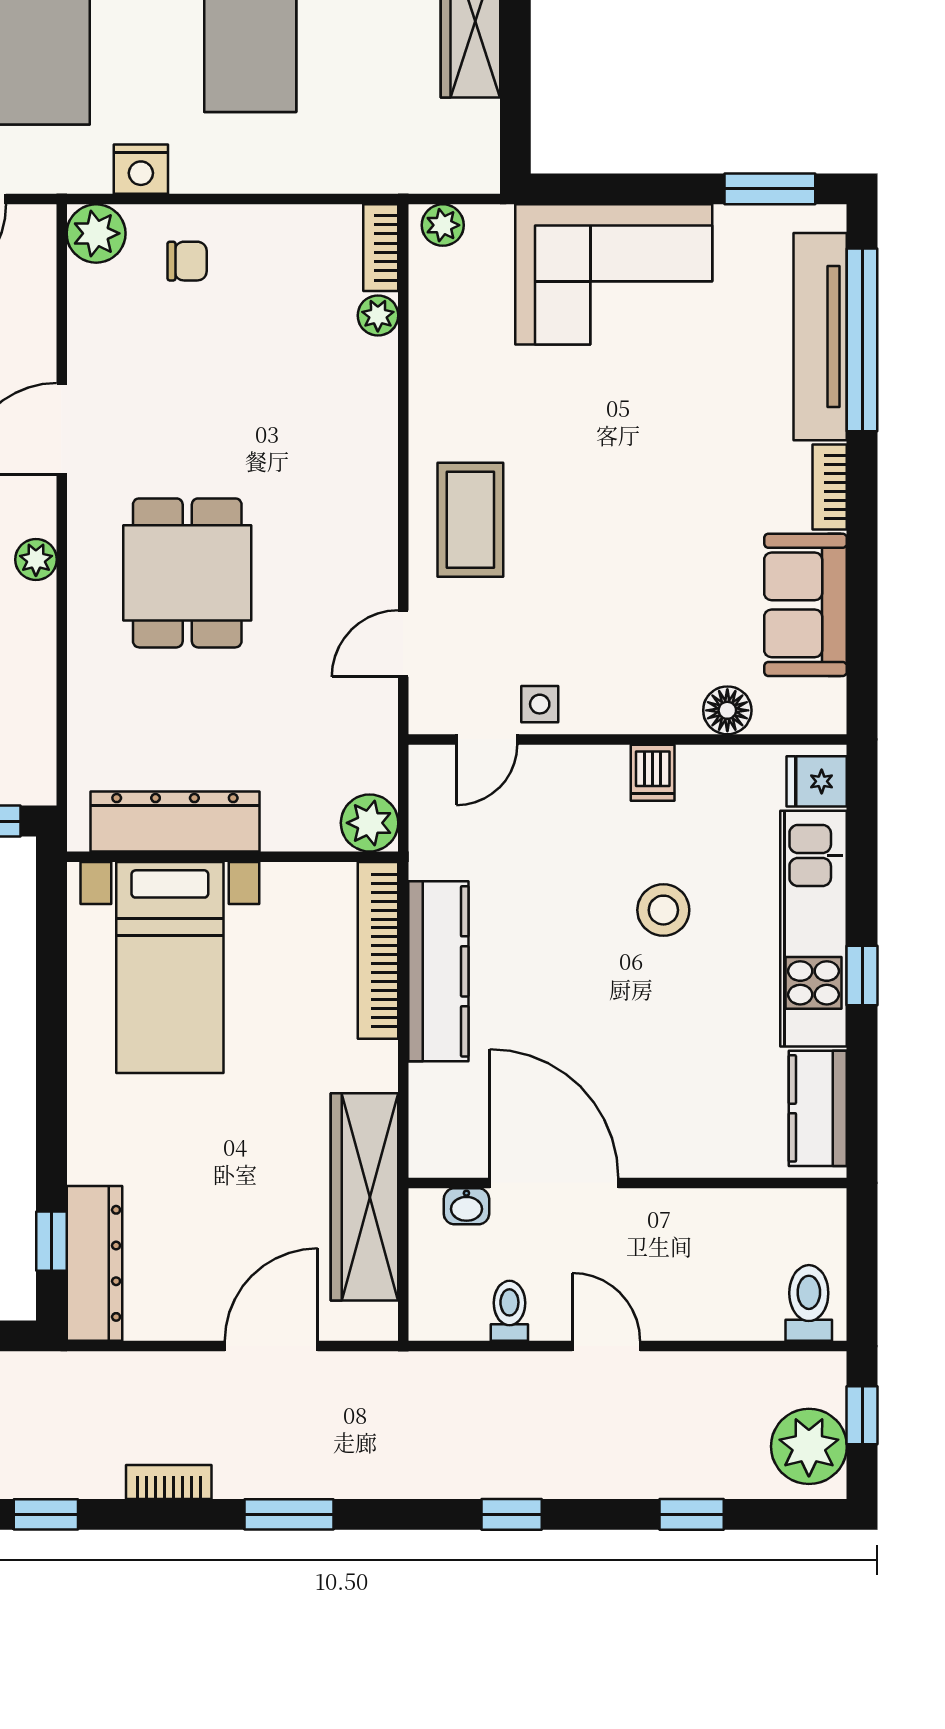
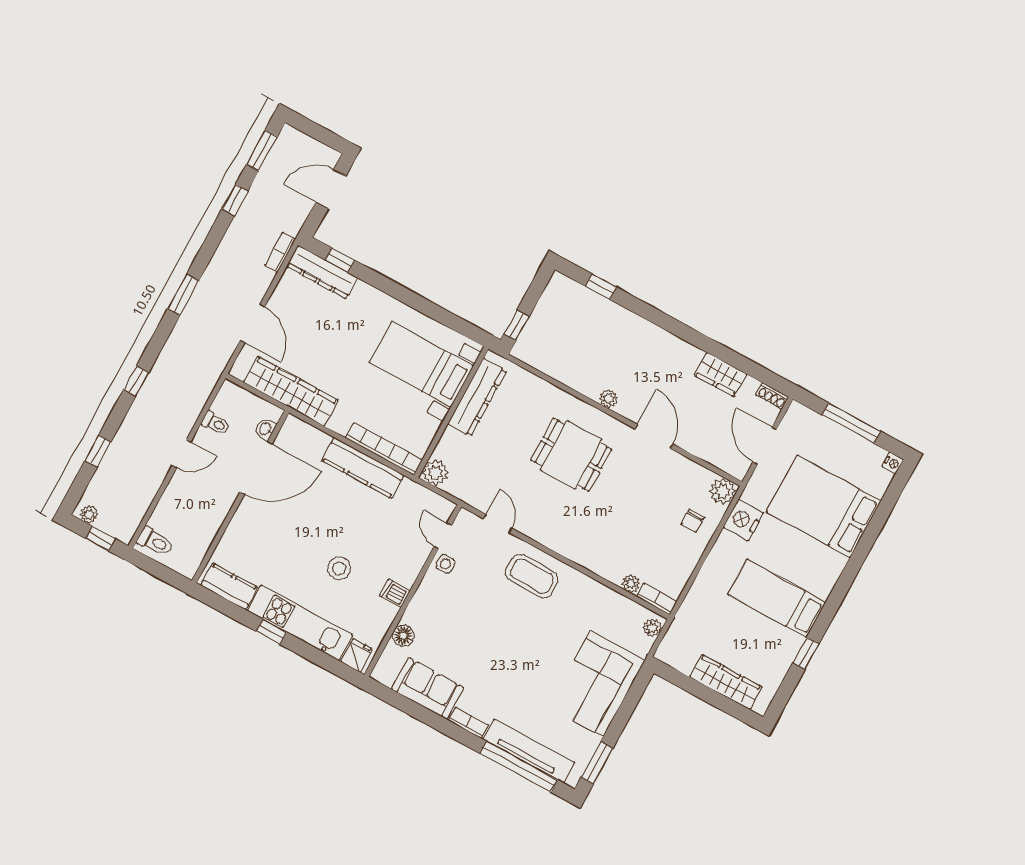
nightstand: (141, 169) -> (743, 520), width x1.36, depth x1.33
plant: (809, 1446) -> (89, 514), width x0.53, depth x0.53
bookcase: (169, 1482) -> (280, 252), moved, turned 180

